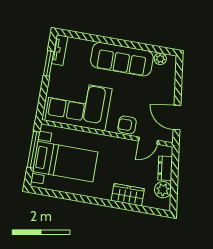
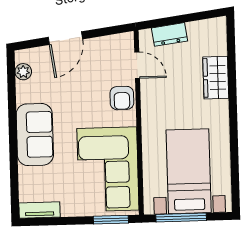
sofa: (122, 59) -> (35, 135), width x0.73
window: (49, 63) -> (111, 220), moved
door: (177, 118) -> (65, 38), moved
plant: (163, 190) -> (199, 32), removed

